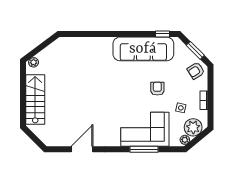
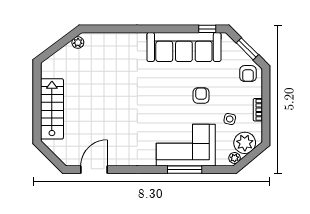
plant: (34, 62) -> (78, 42), moved
armchair: (196, 71) -> (248, 74), turned -58
door: (82, 149) -> (94, 170), moved

